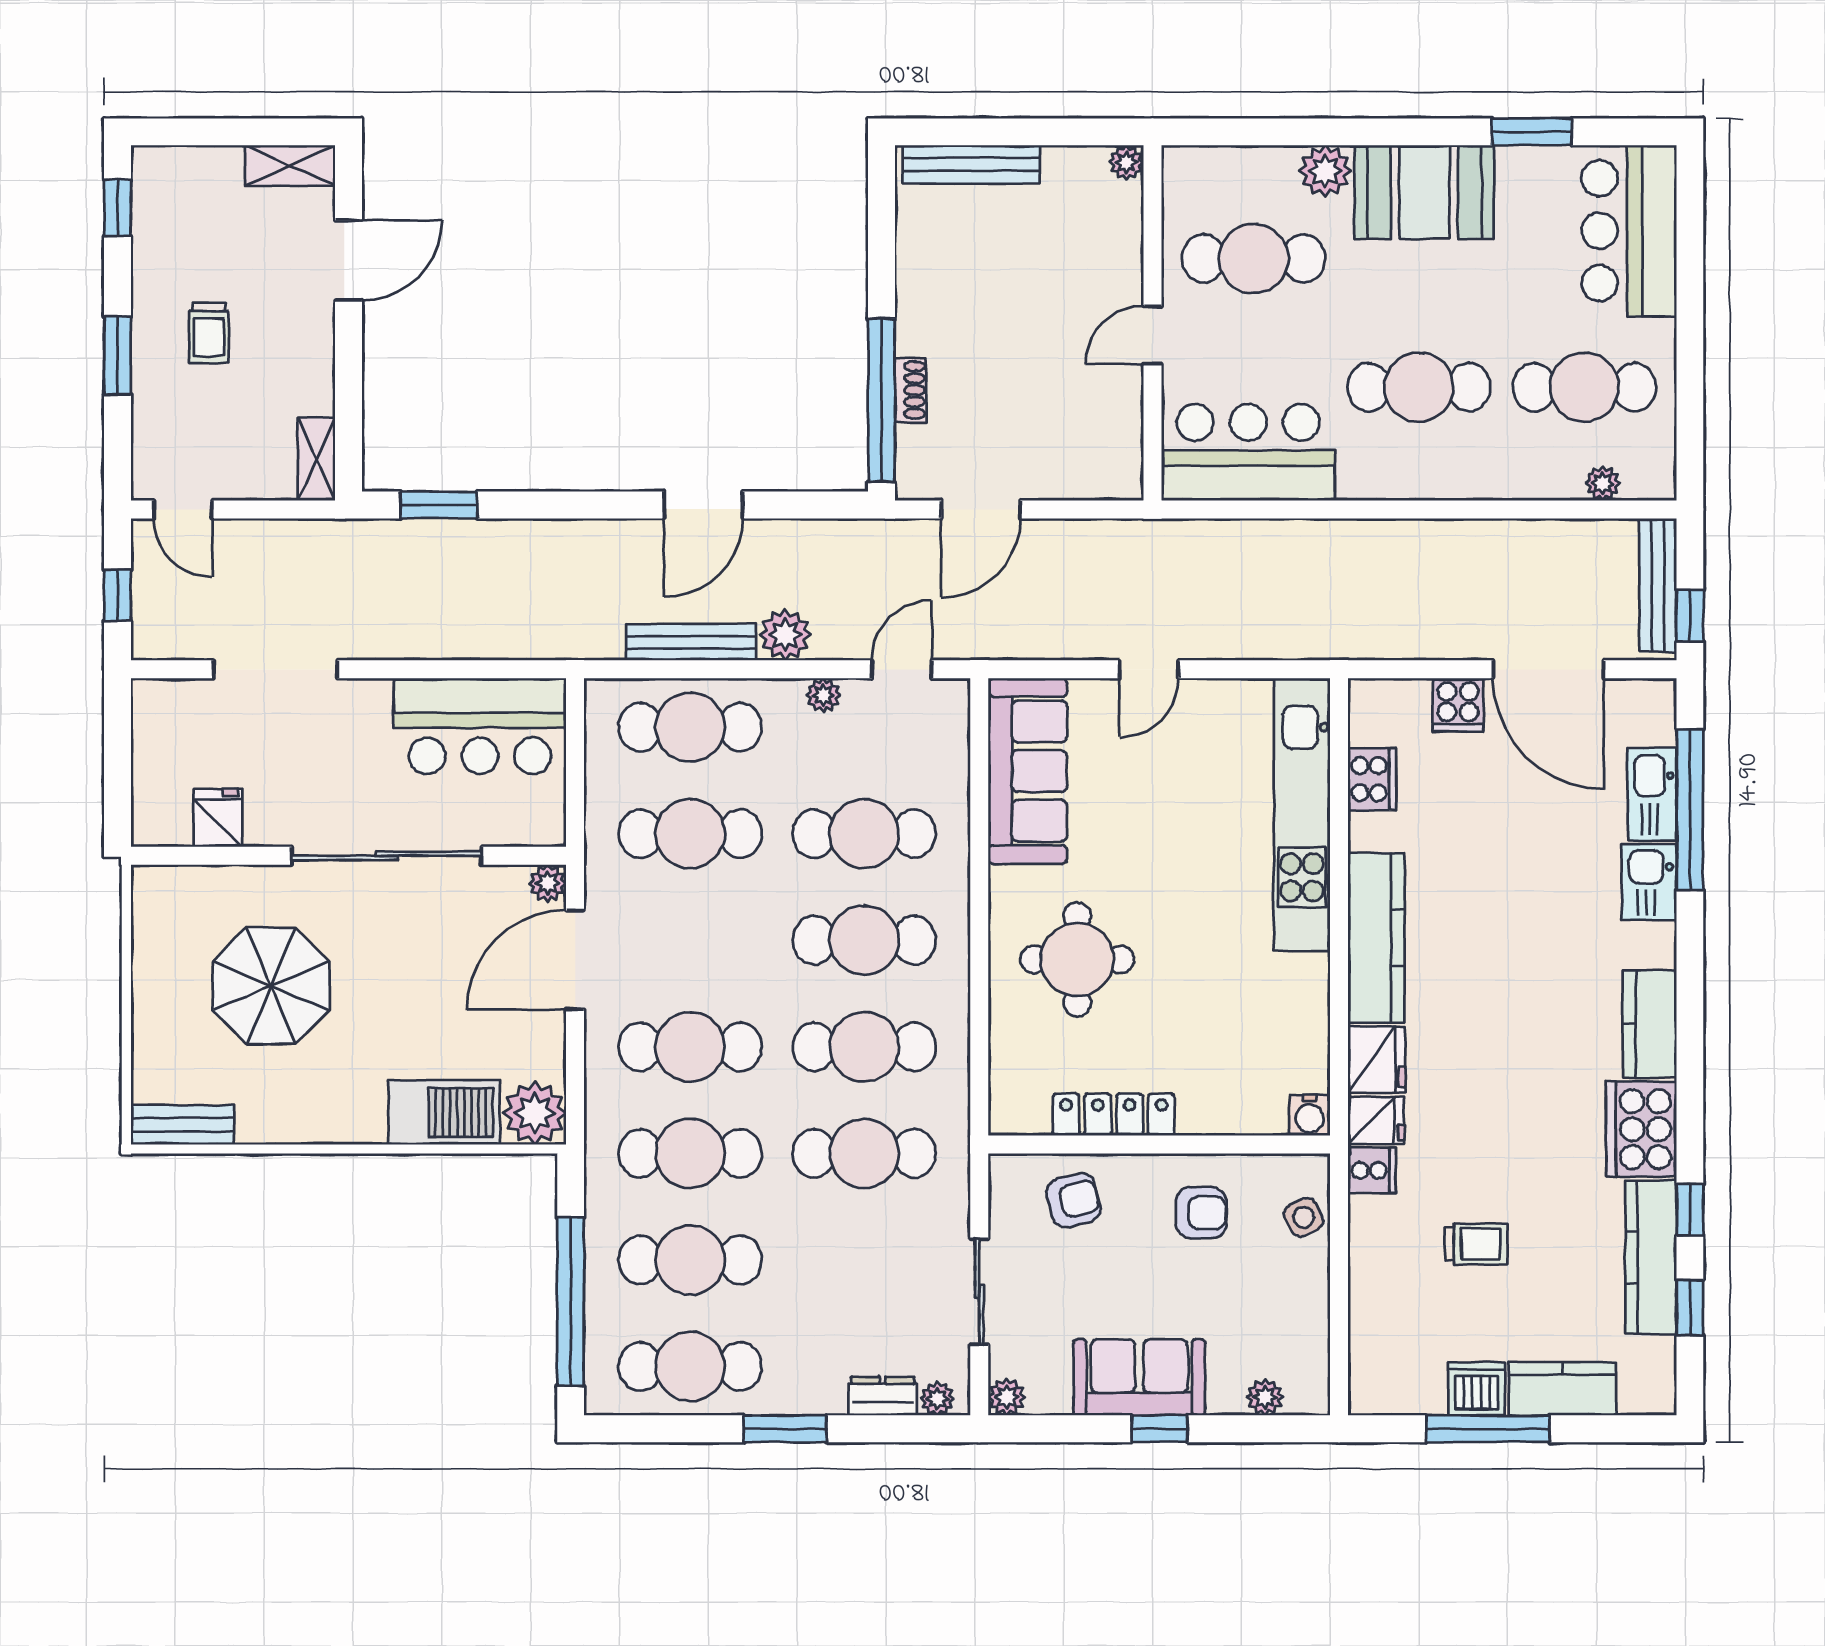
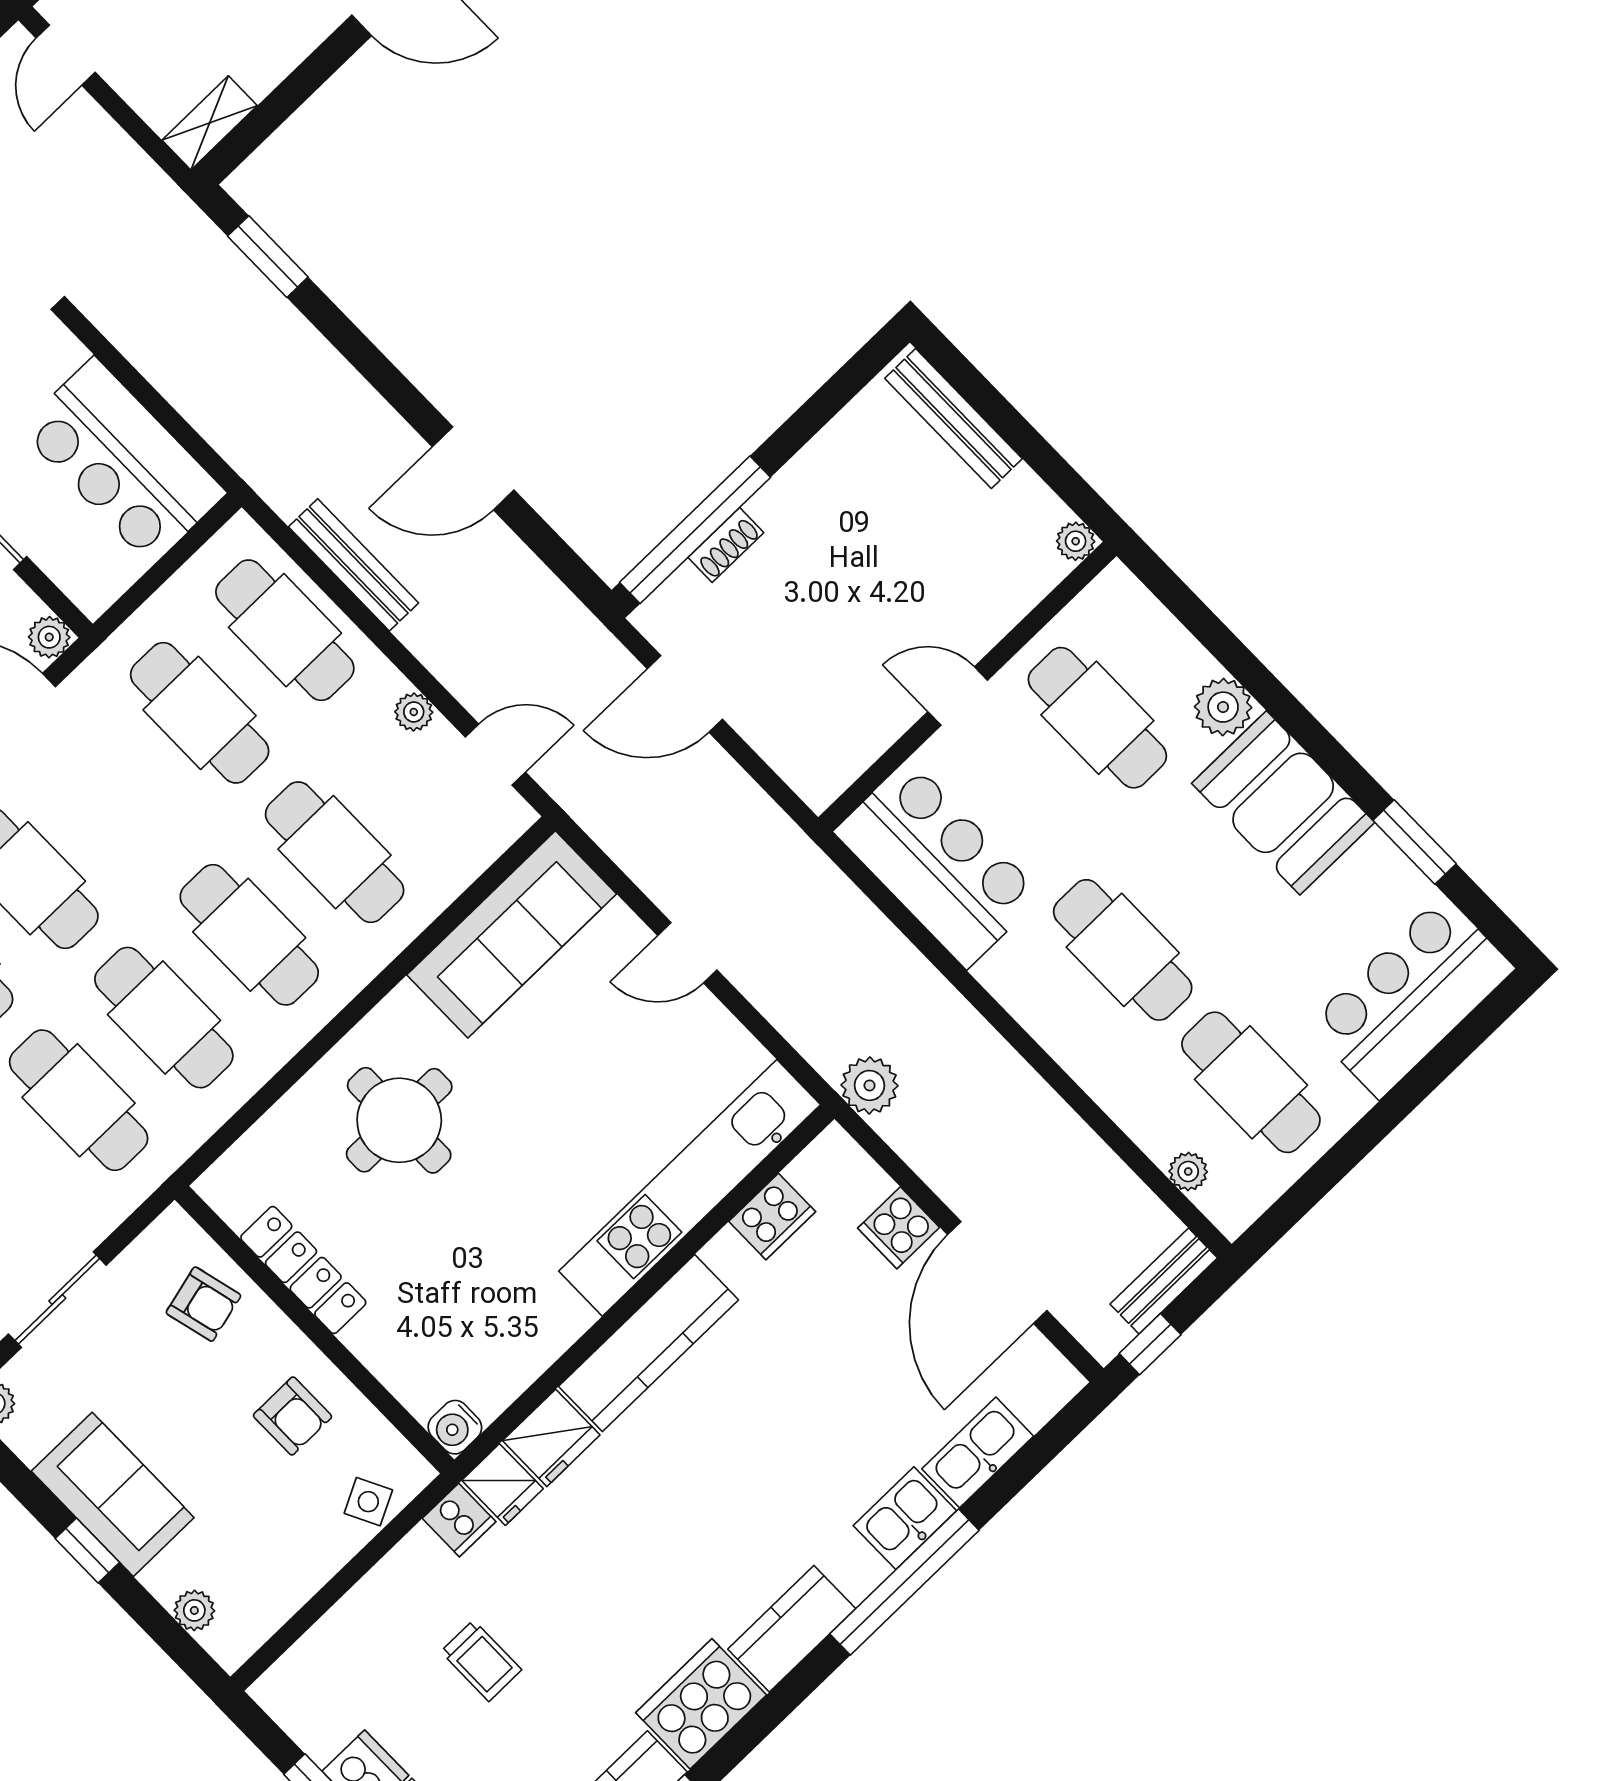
bench: (1658, 585) -> (1164, 1281), width x0.73
plant: (785, 635) -> (870, 1085), moved
window: (1690, 810) -> (904, 1582), moved

